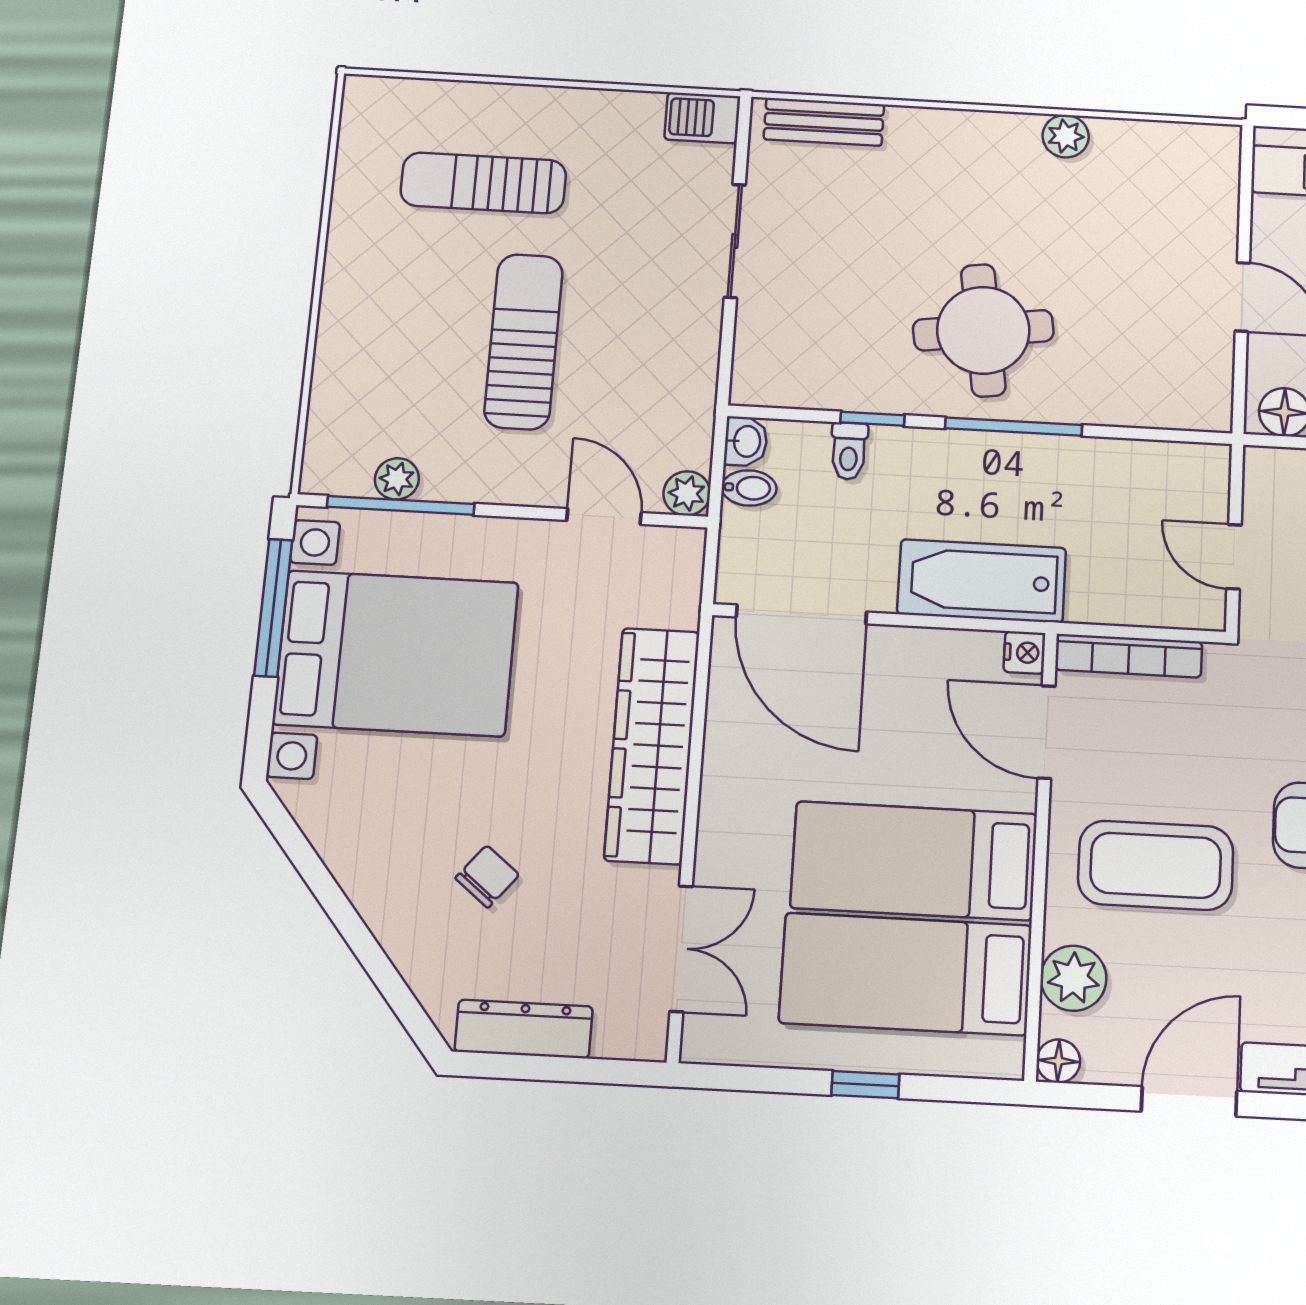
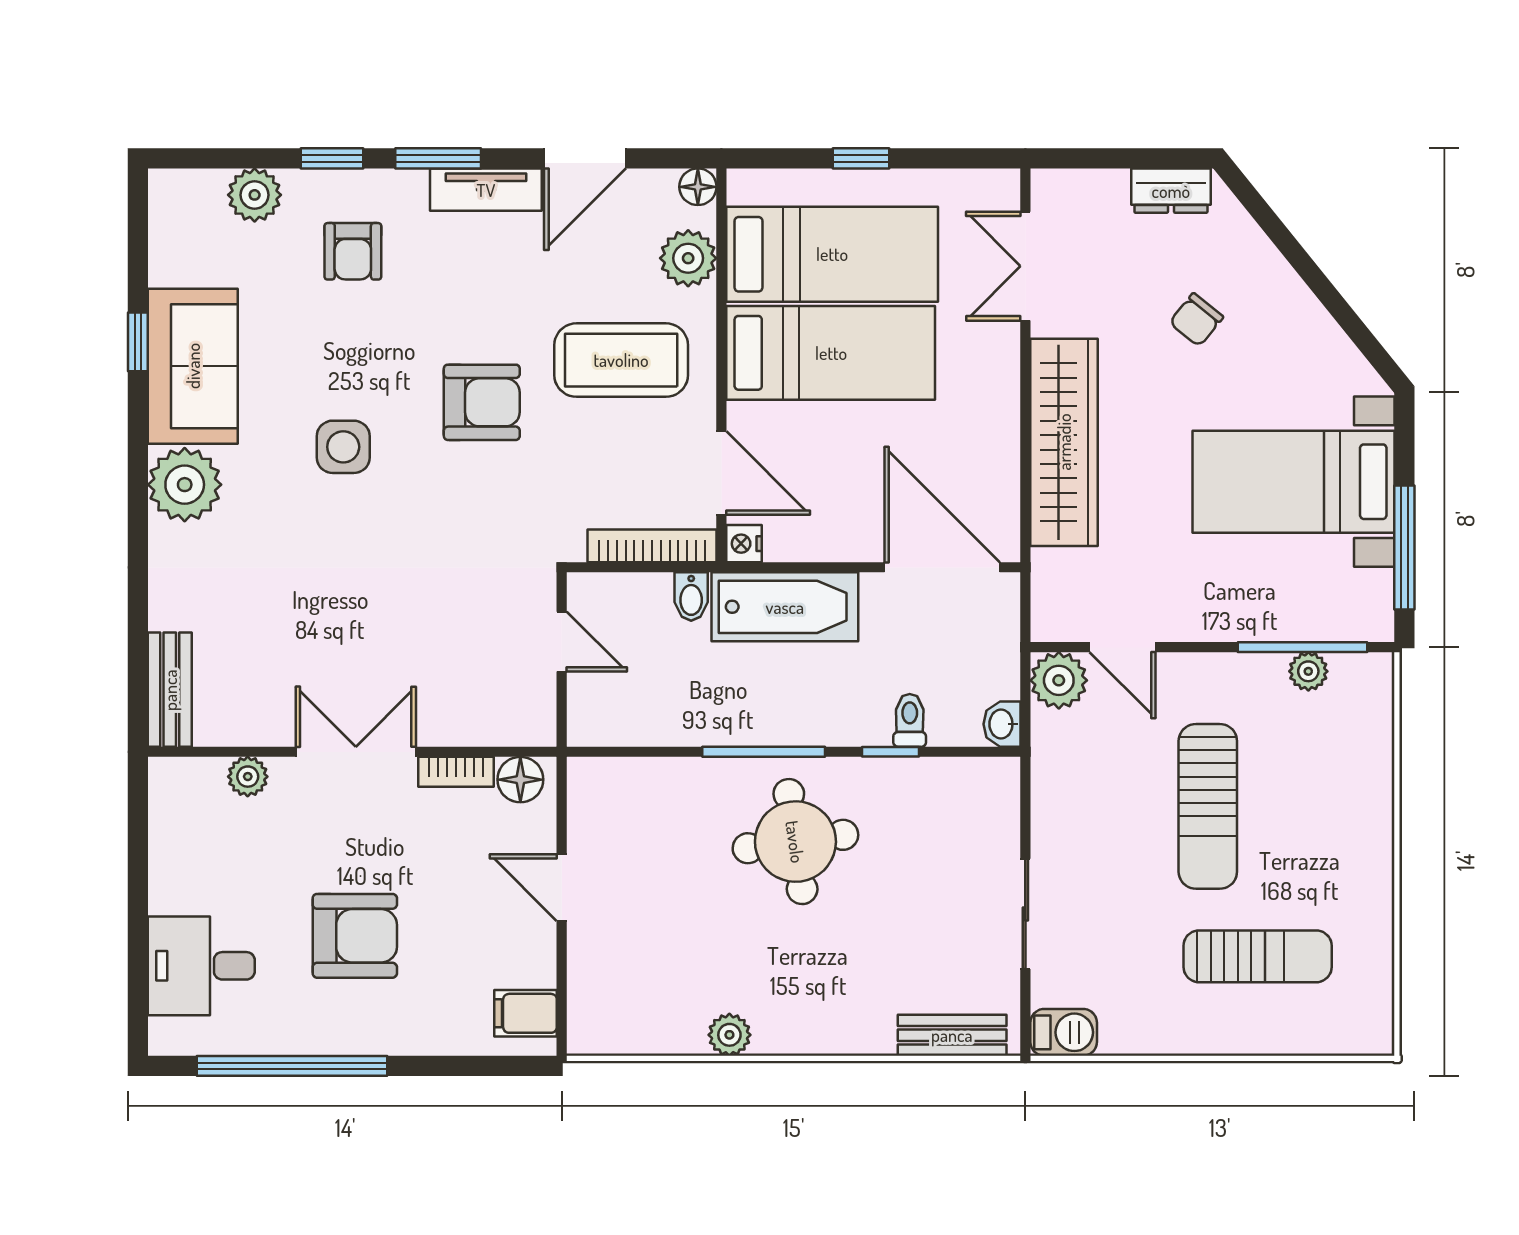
bidet: (749, 488) -> (691, 597), moved, turned -90
plant: (687, 493) -> (1059, 680), width x1.38, depth x1.38
bed with nightstands: (396, 653) -> (1294, 482), width x0.73
dresser: (524, 1029) -> (1171, 191), width x0.70

